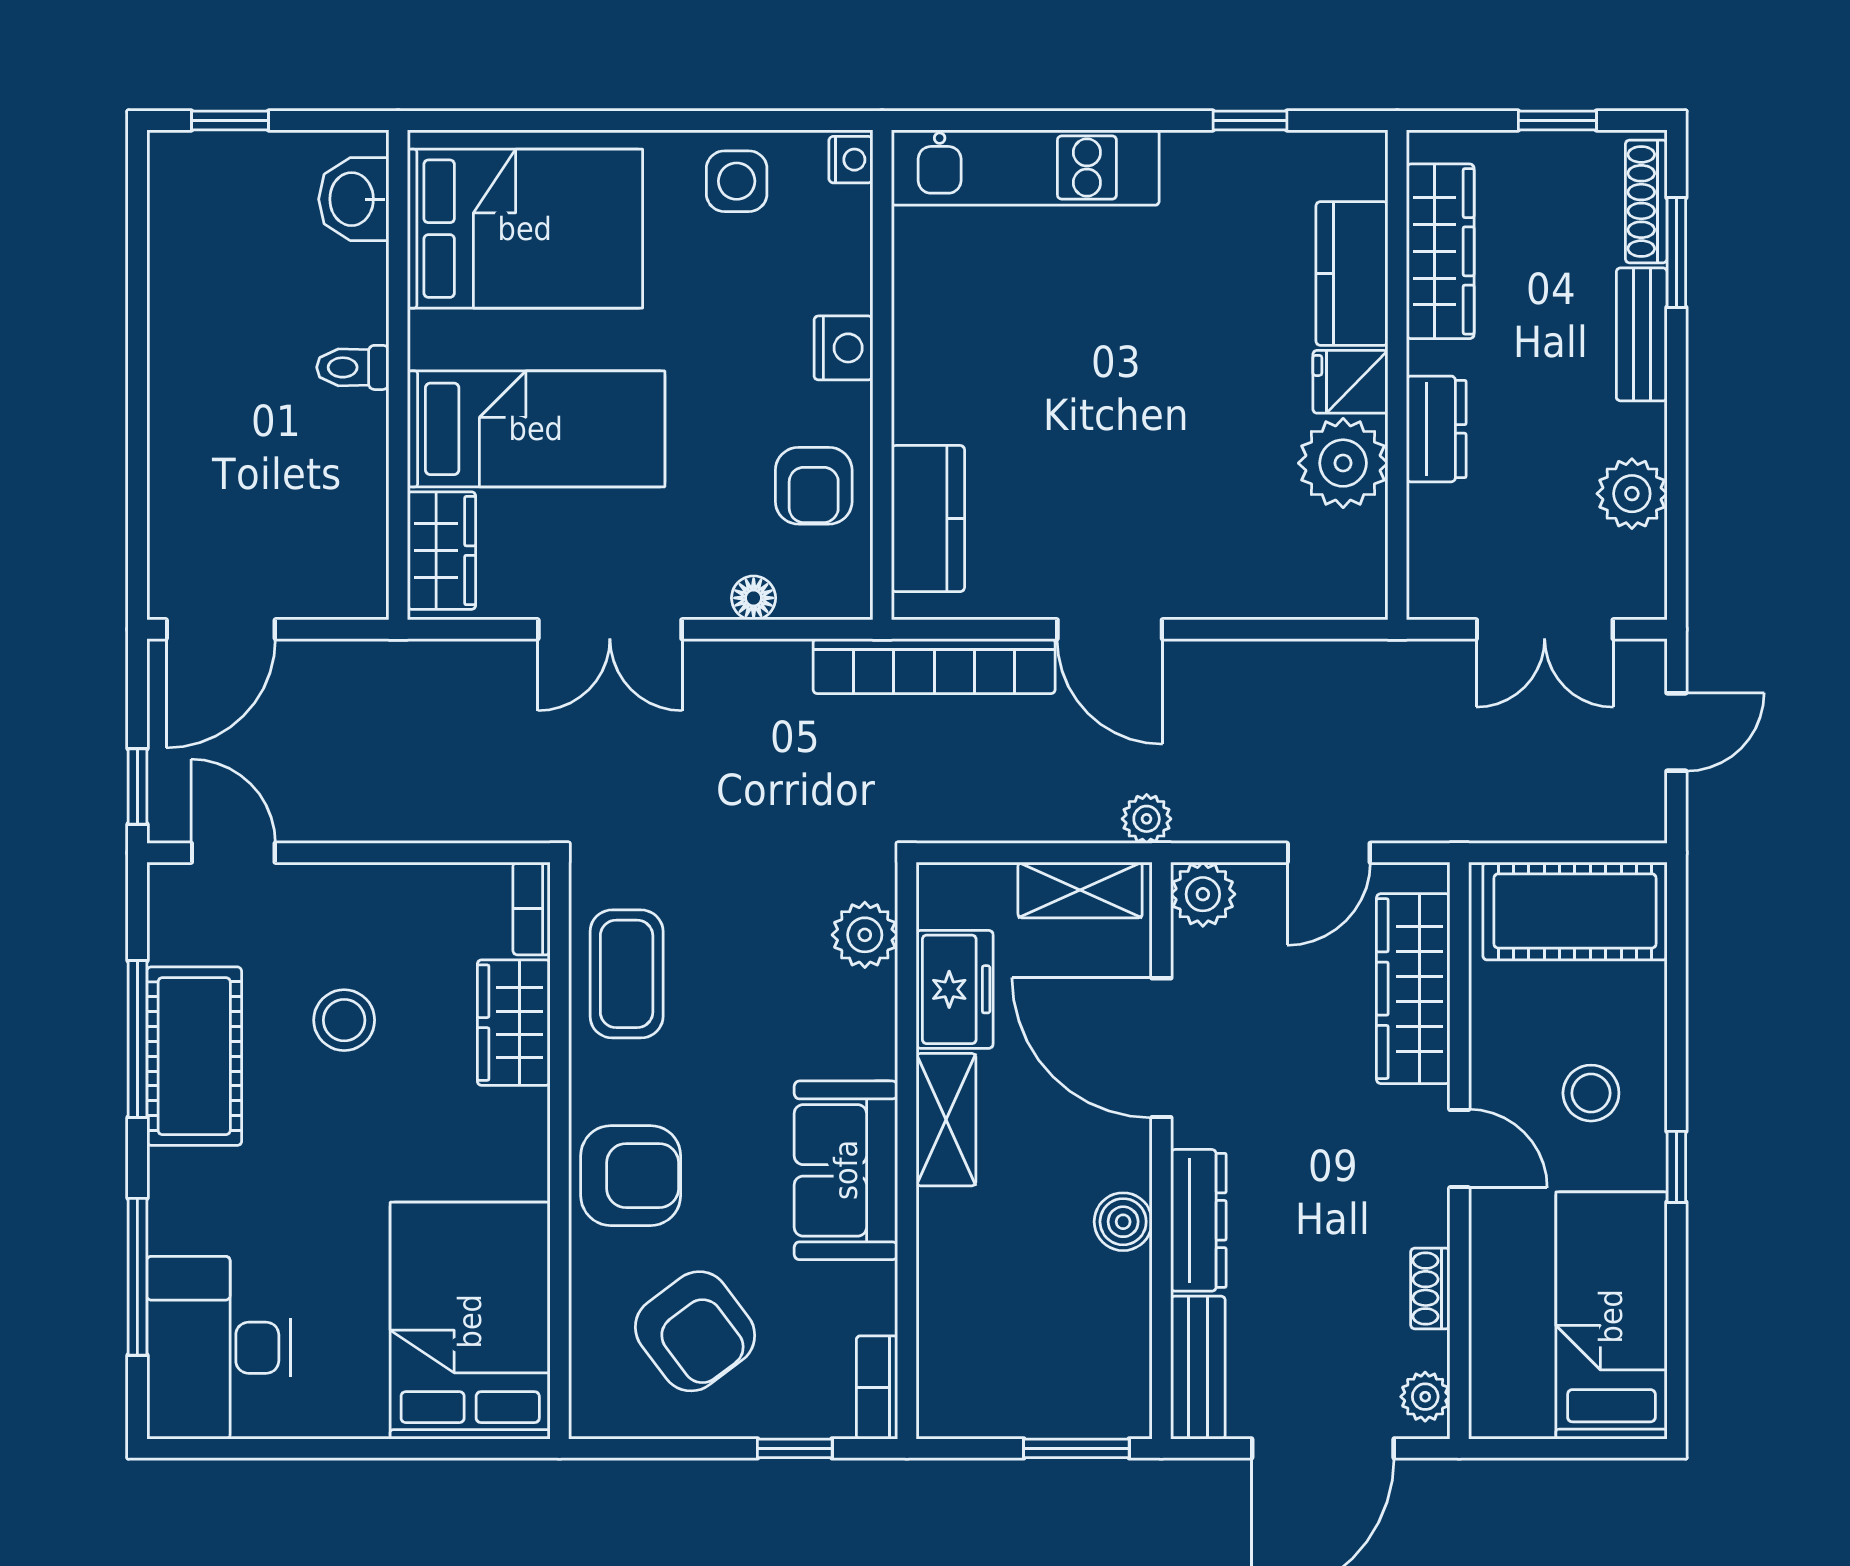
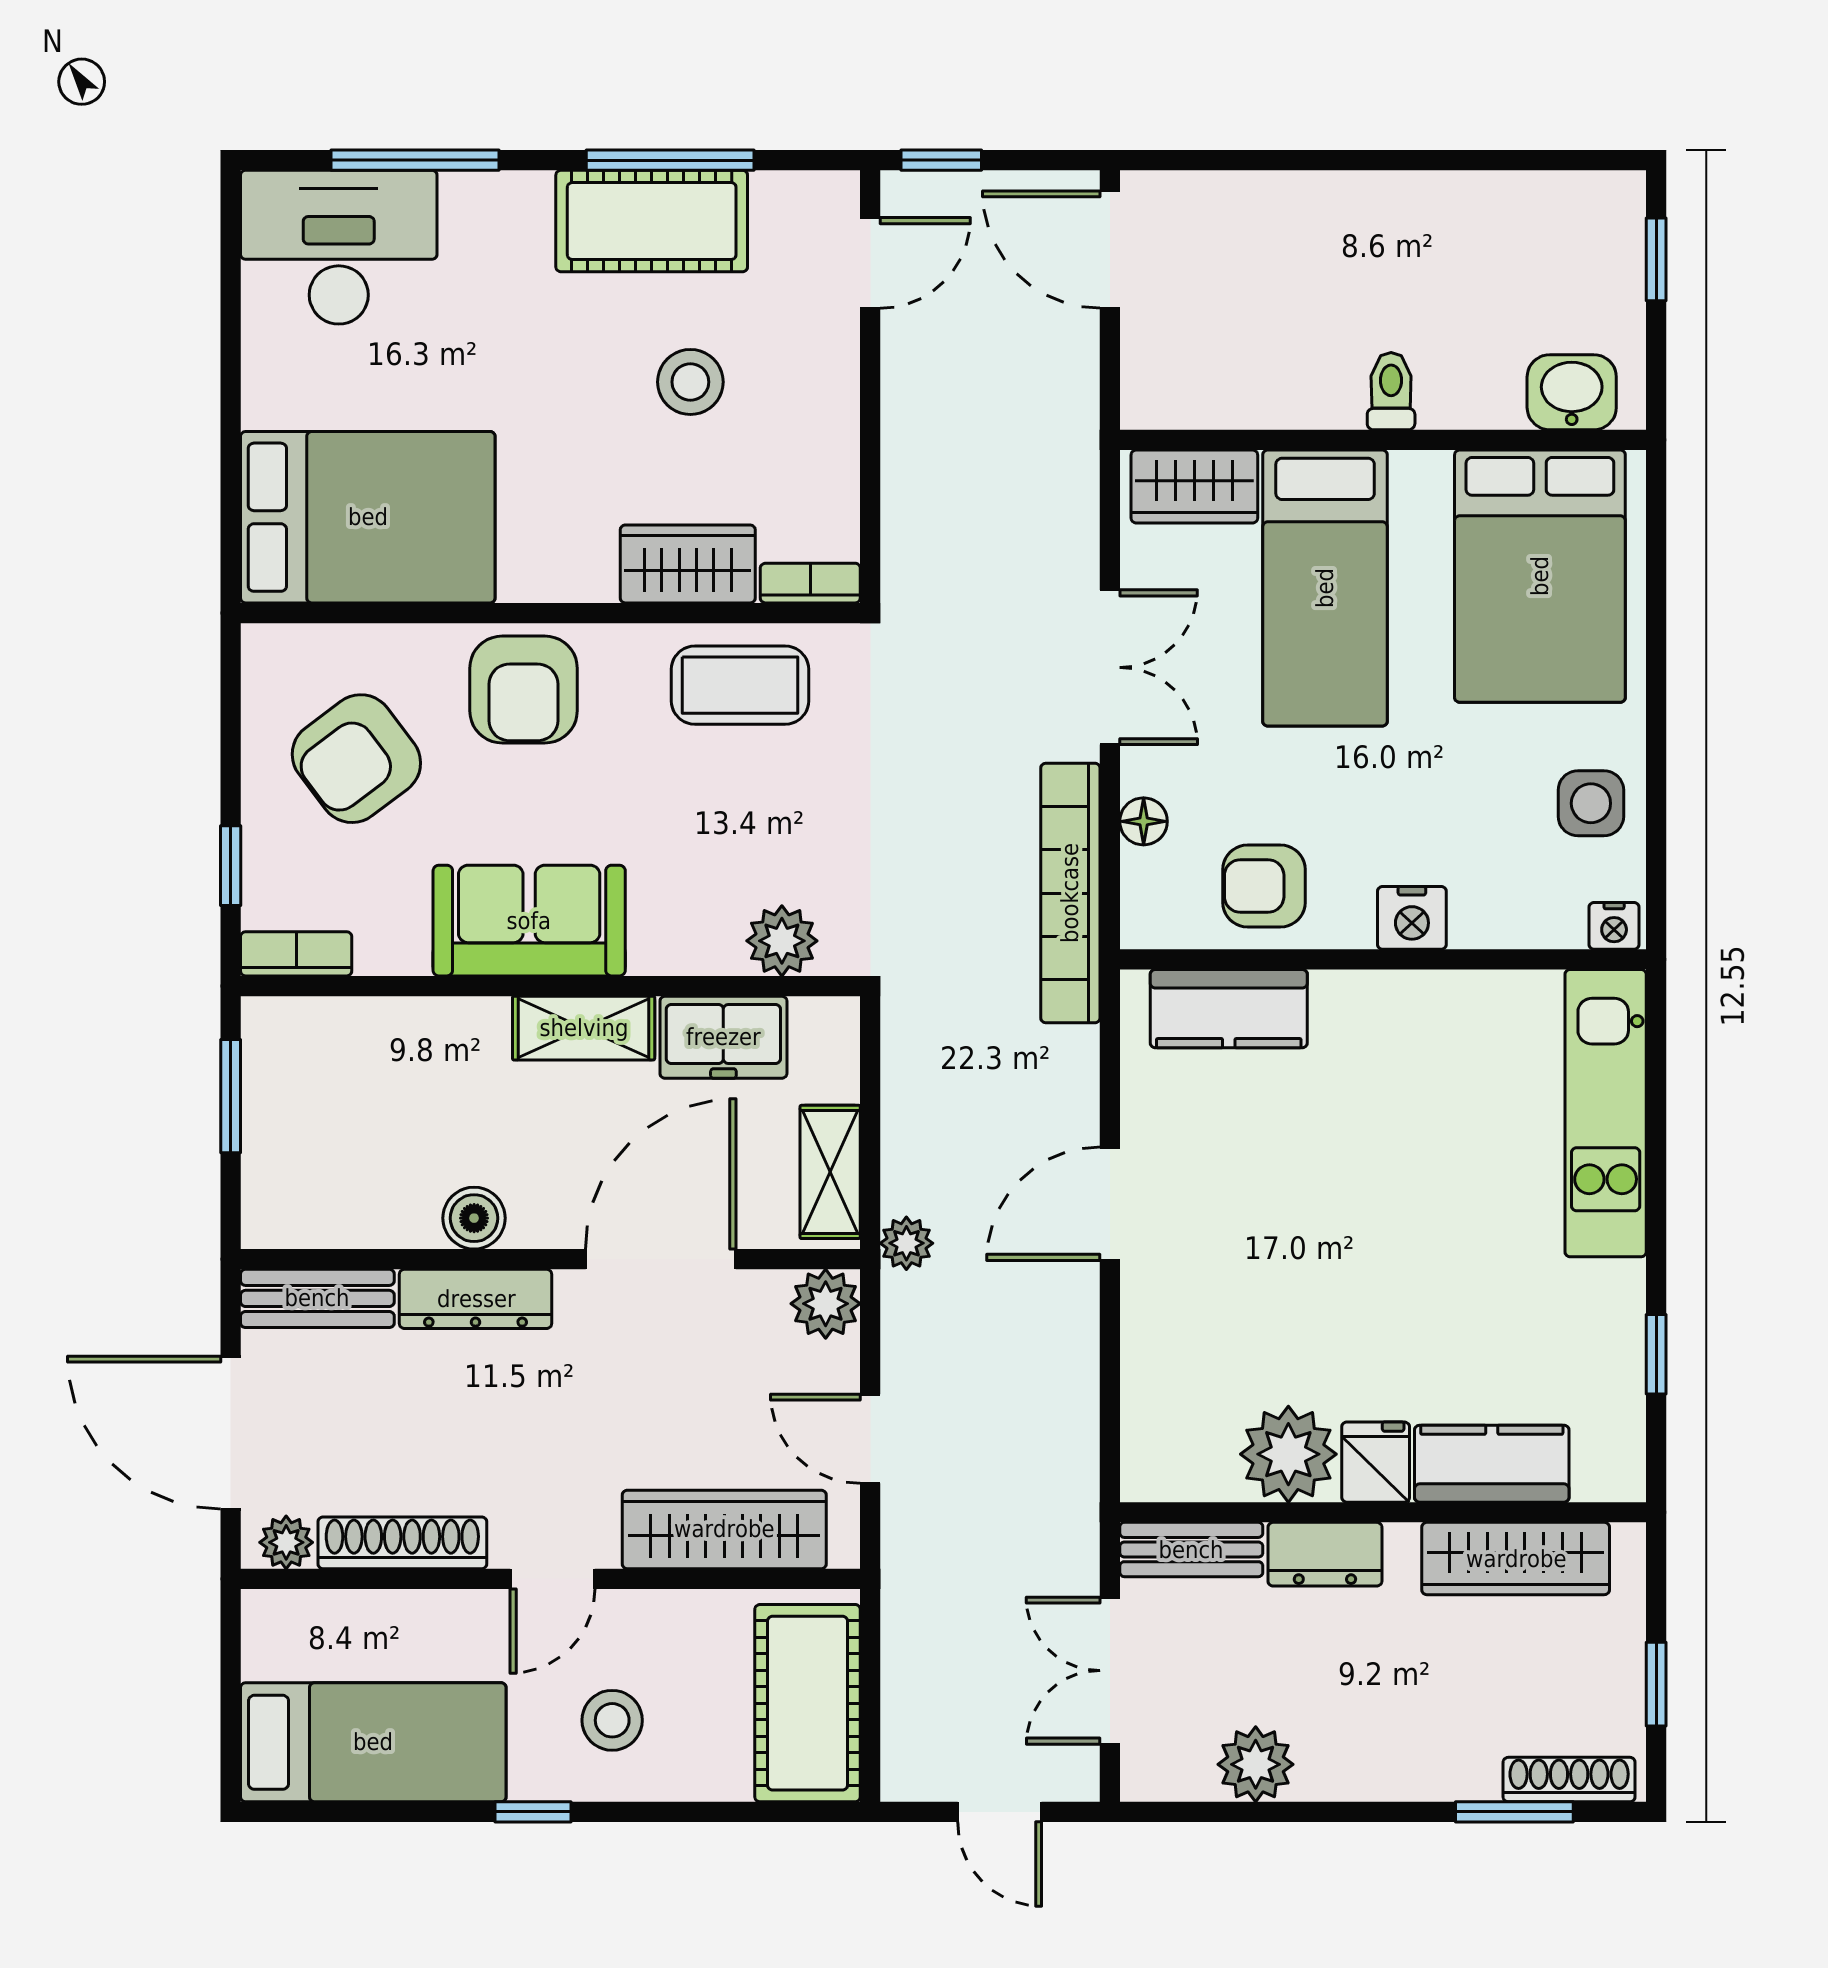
bench: (1642, 334) -> (1191, 1550), moved
double door: (610, 629) -> (1110, 667), swing flipped
bookcase: (934, 666) -> (1070, 893), moved
shoe rack: (1430, 1288) -> (402, 1543), width x1.94, depth x1.24
window: (1076, 1448) -> (231, 1096), moved

